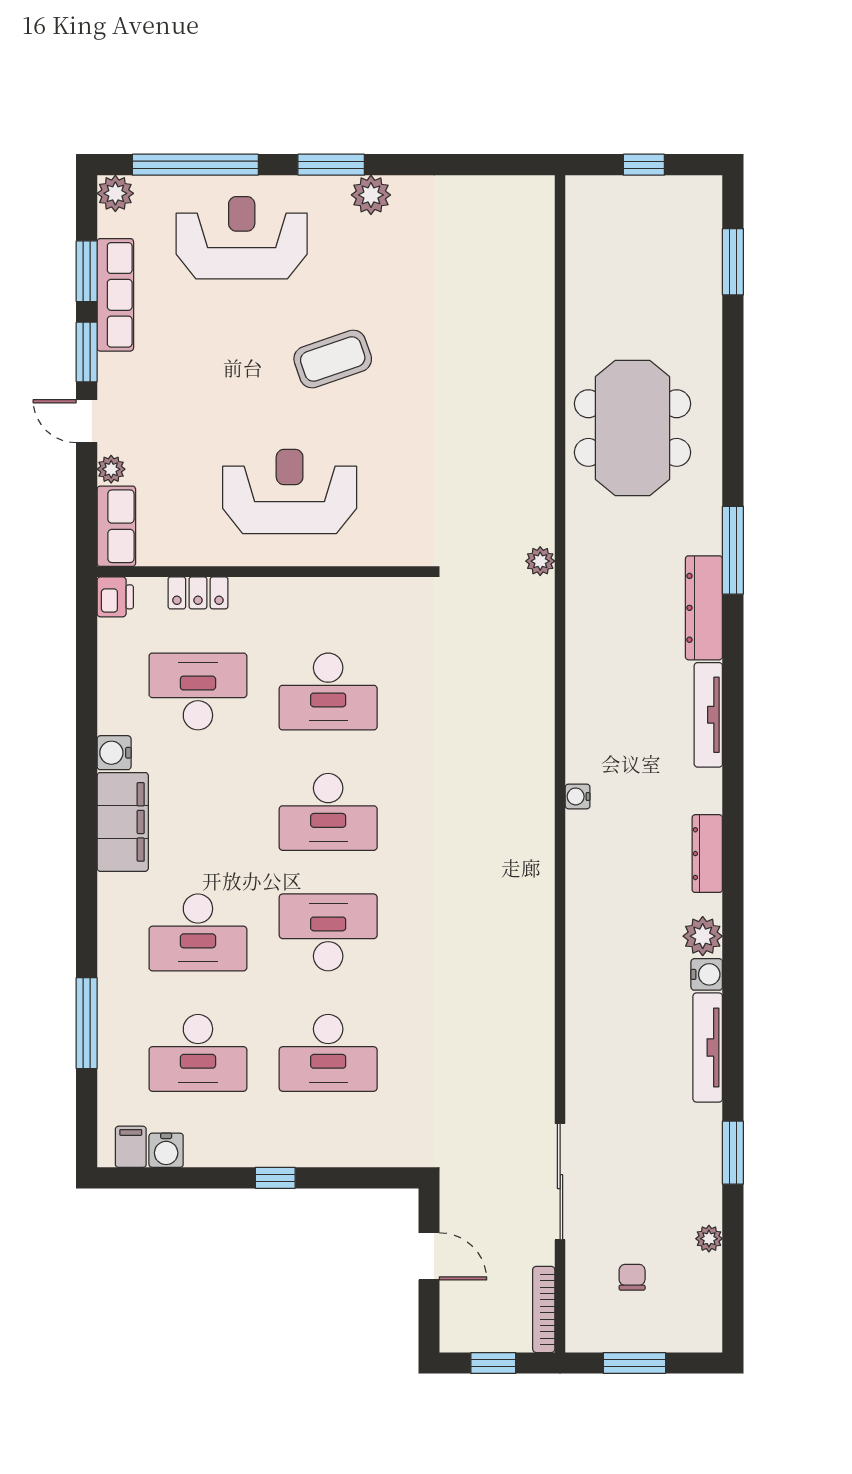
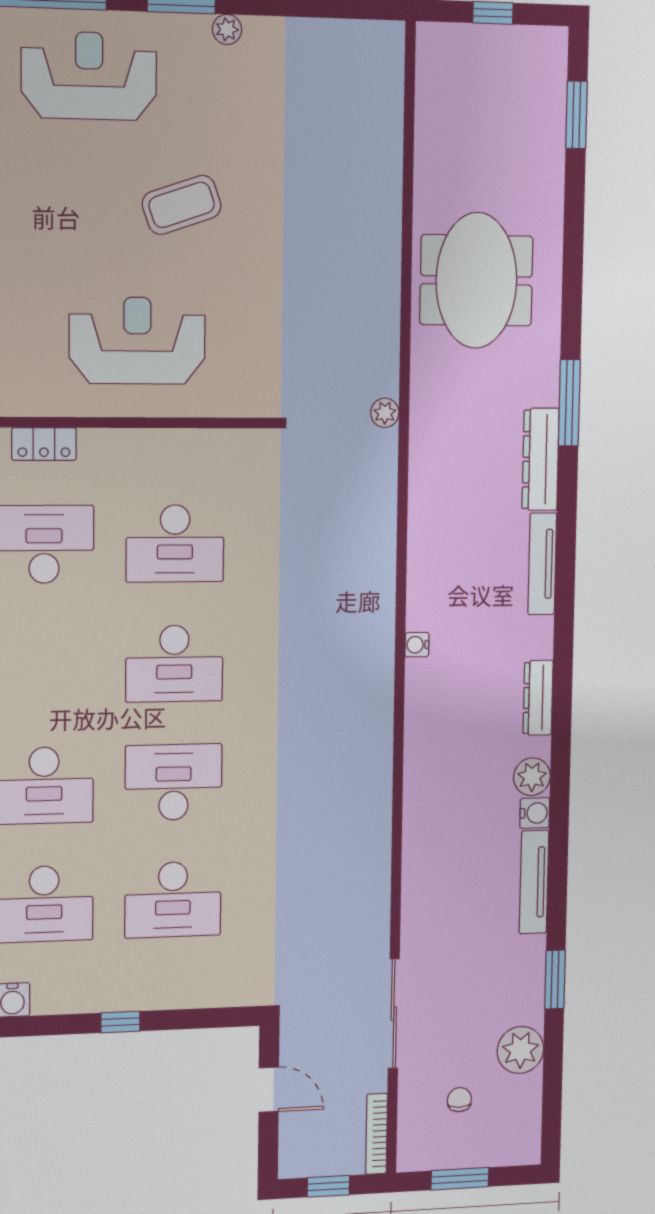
plant: (371, 195) -> (227, 29), width x0.73, depth x0.73
plant: (709, 1239) -> (520, 1050), width x1.88, depth x1.88

